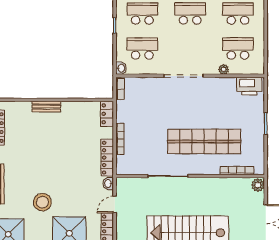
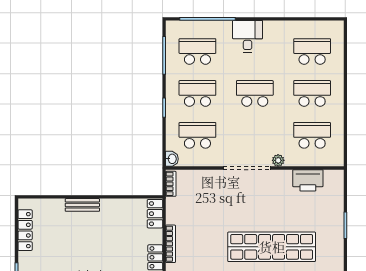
plant: (224, 69) -> (278, 160), moved
printer: (249, 86) -> (308, 180), moved

